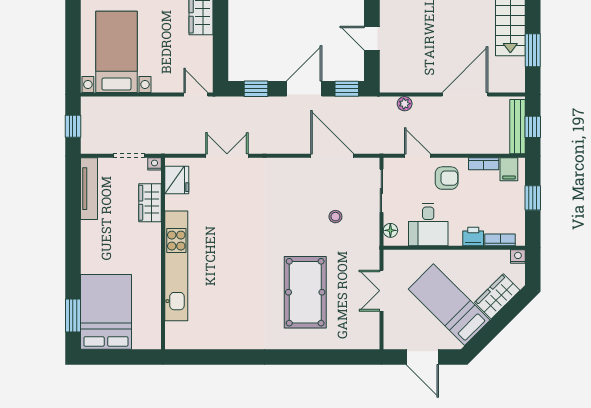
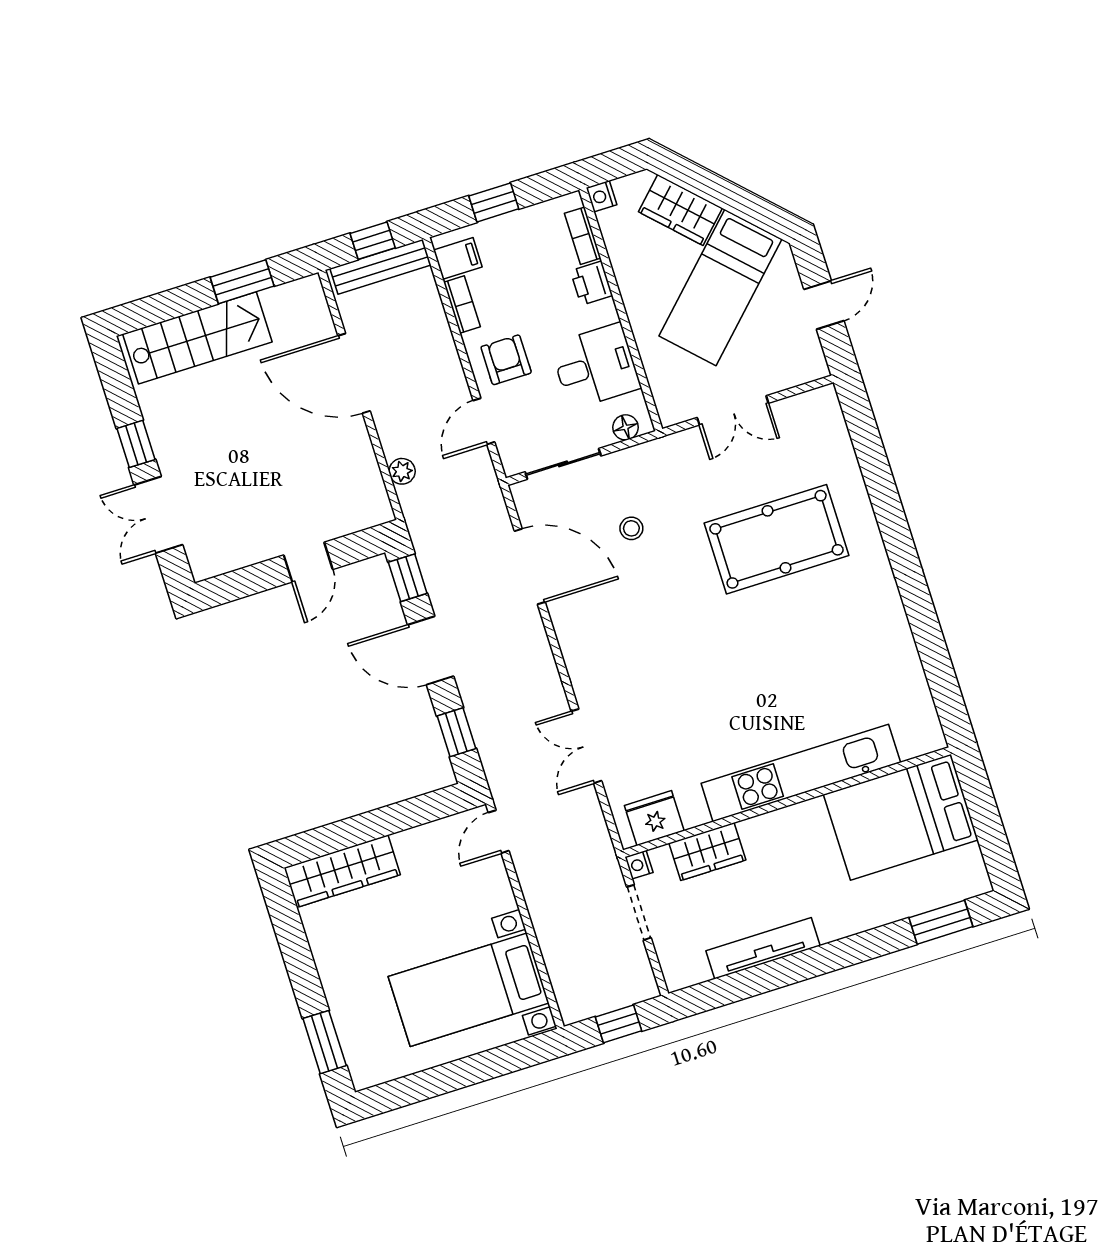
door: (332, 156) -> (530, 566), swing flipped
tv unit: (89, 189) -> (763, 948), moved
bed: (106, 312) -> (901, 817), moved
door: (422, 357) -> (824, 305), width x0.73

